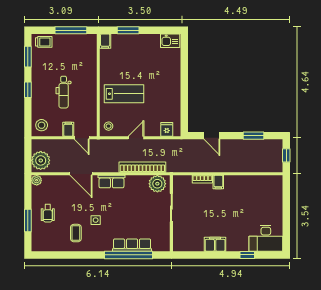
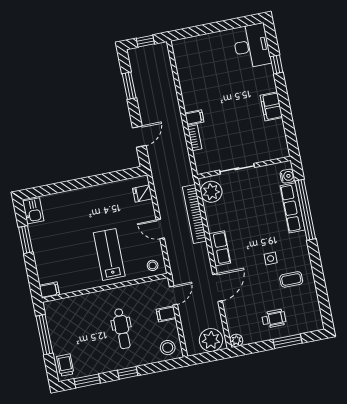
window: (128, 30) -> (26, 240), moved
dental chair: (64, 92) -> (122, 329), turned 90
water cooler: (158, 246) -> (287, 176), added

